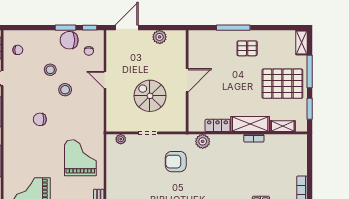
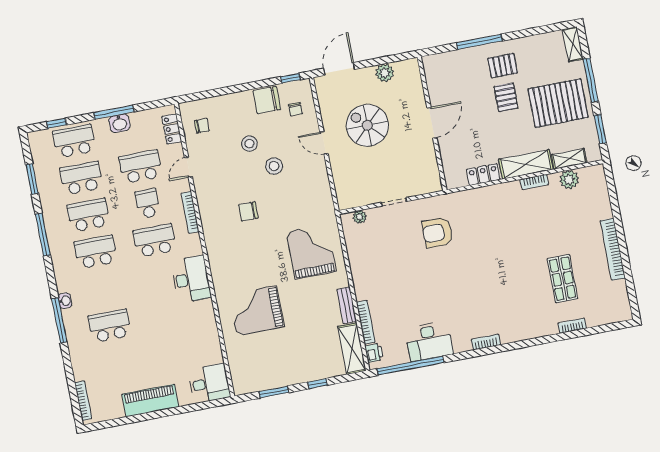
window: (65, 28) -> (259, 84), removed
pallet: (245, 72) -> (506, 97), added
spiral stairs: (150, 96) -> (367, 125), moved
plant: (203, 141) -> (569, 180), moved

